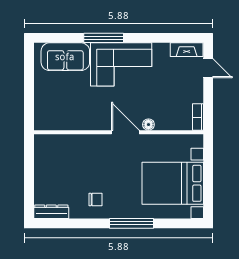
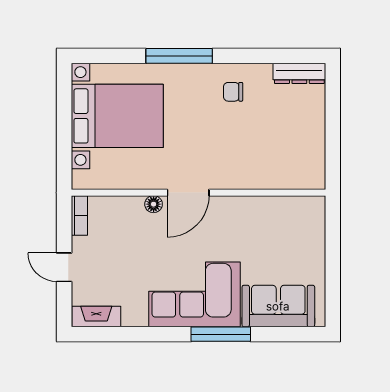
door: (208, 68) -> (64, 267), moved
door: (125, 132) -> (188, 193), hinge flipped

